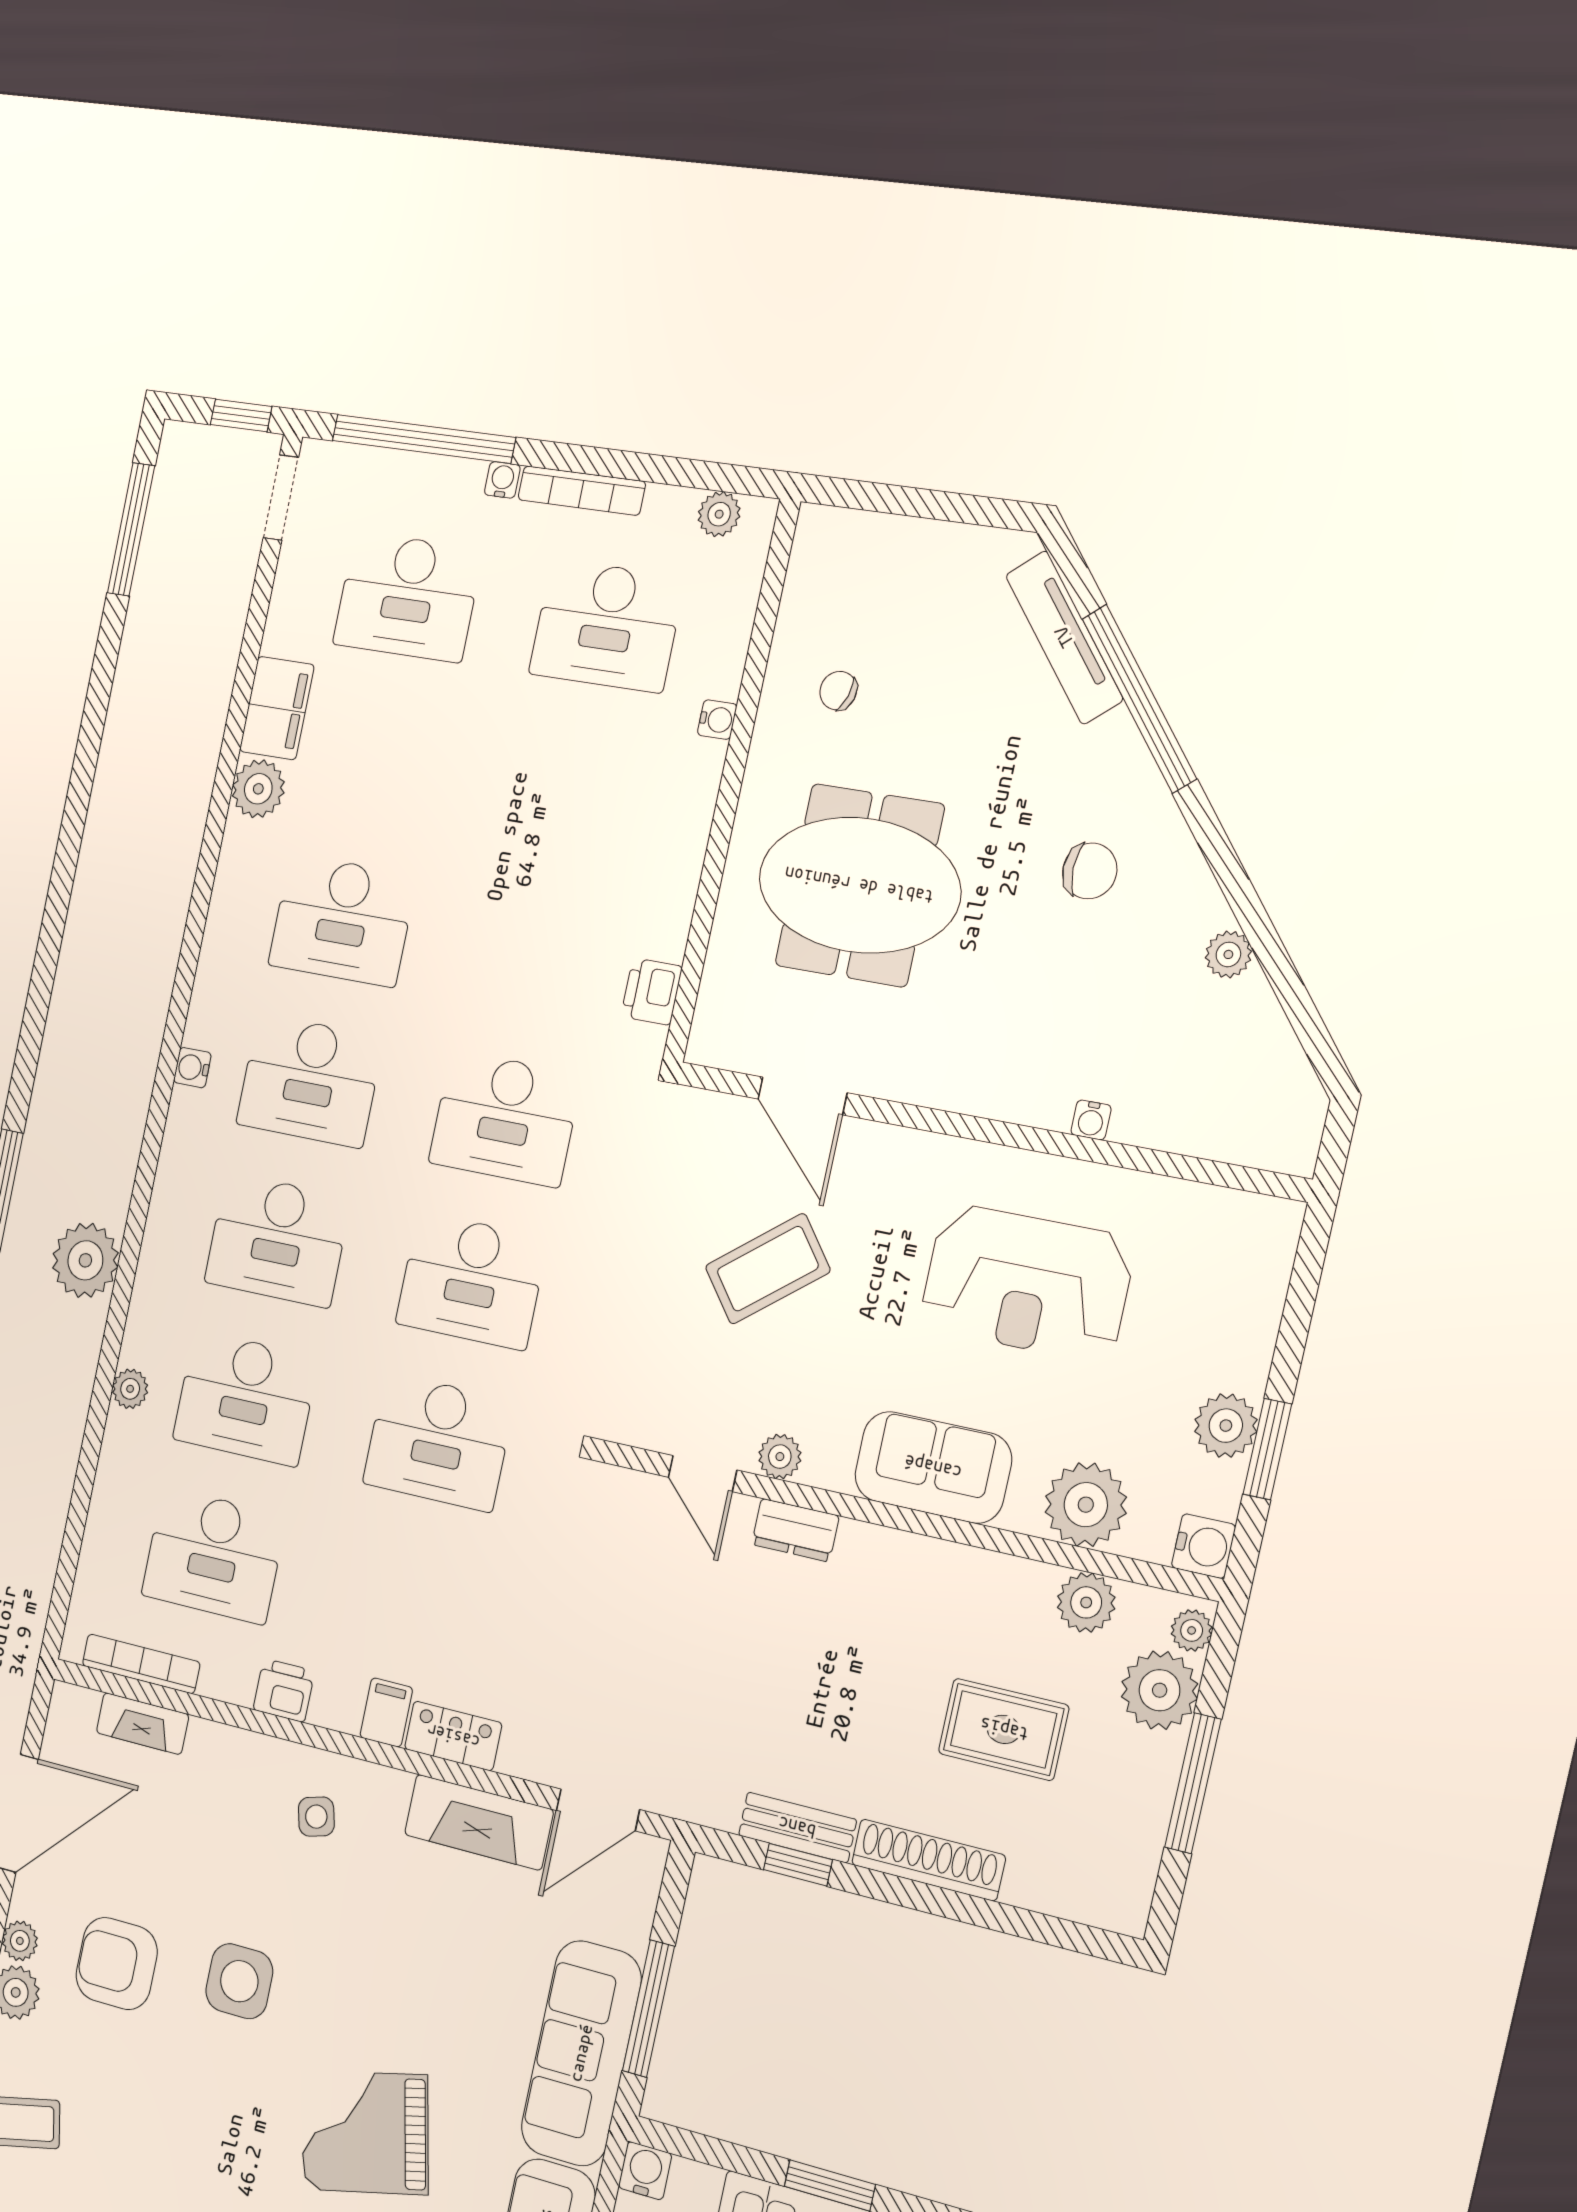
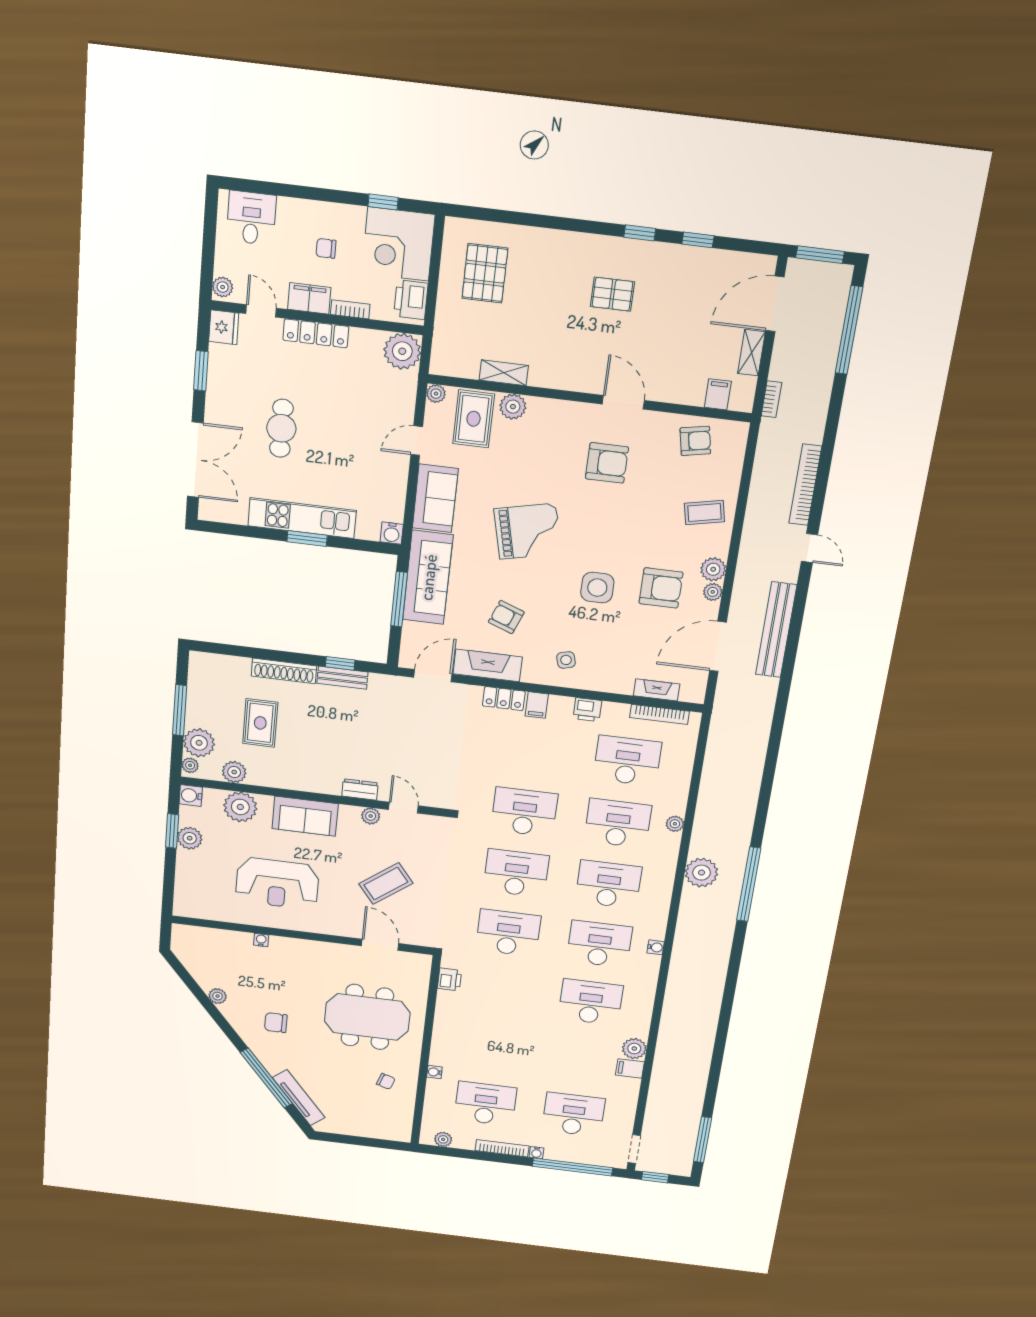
filing cabinet: (277, 708) -> (630, 1069), width x0.50
reception desk: (1027, 1283) -> (277, 883), turned 180
rug: (1004, 1729) -> (260, 723), turned 90
armchair: (428, 1936) -> (506, 617), added

